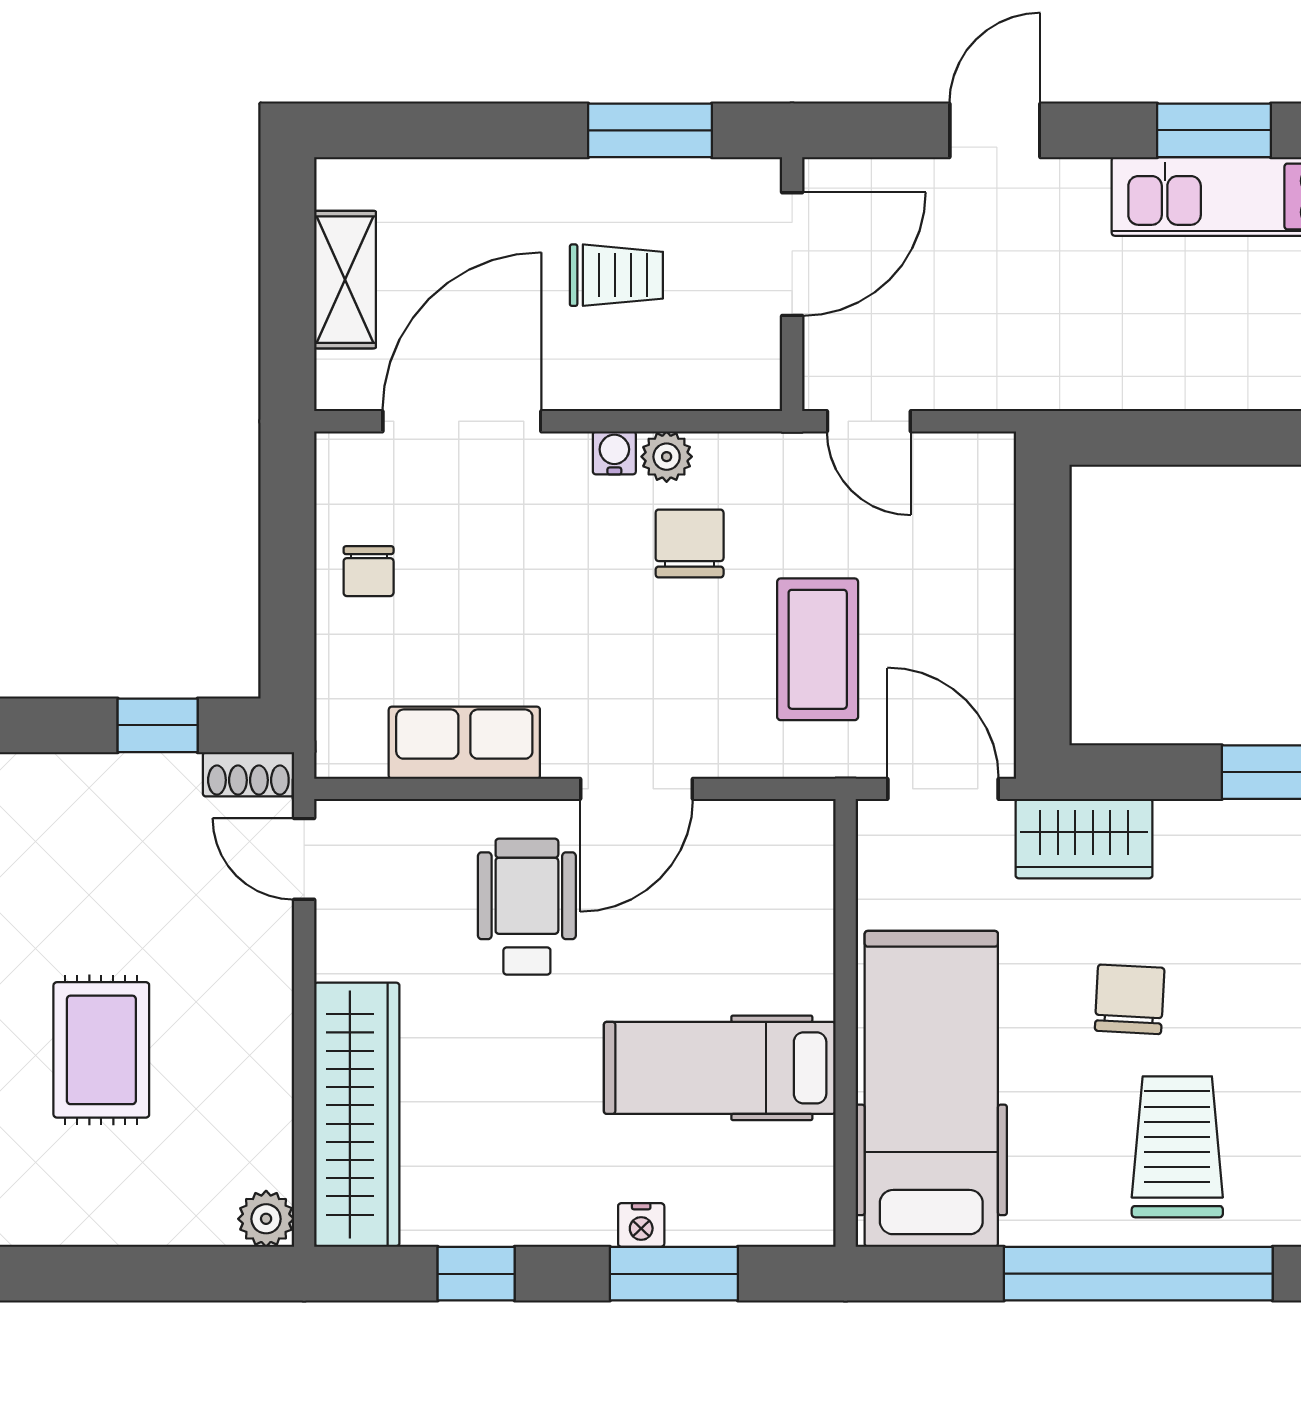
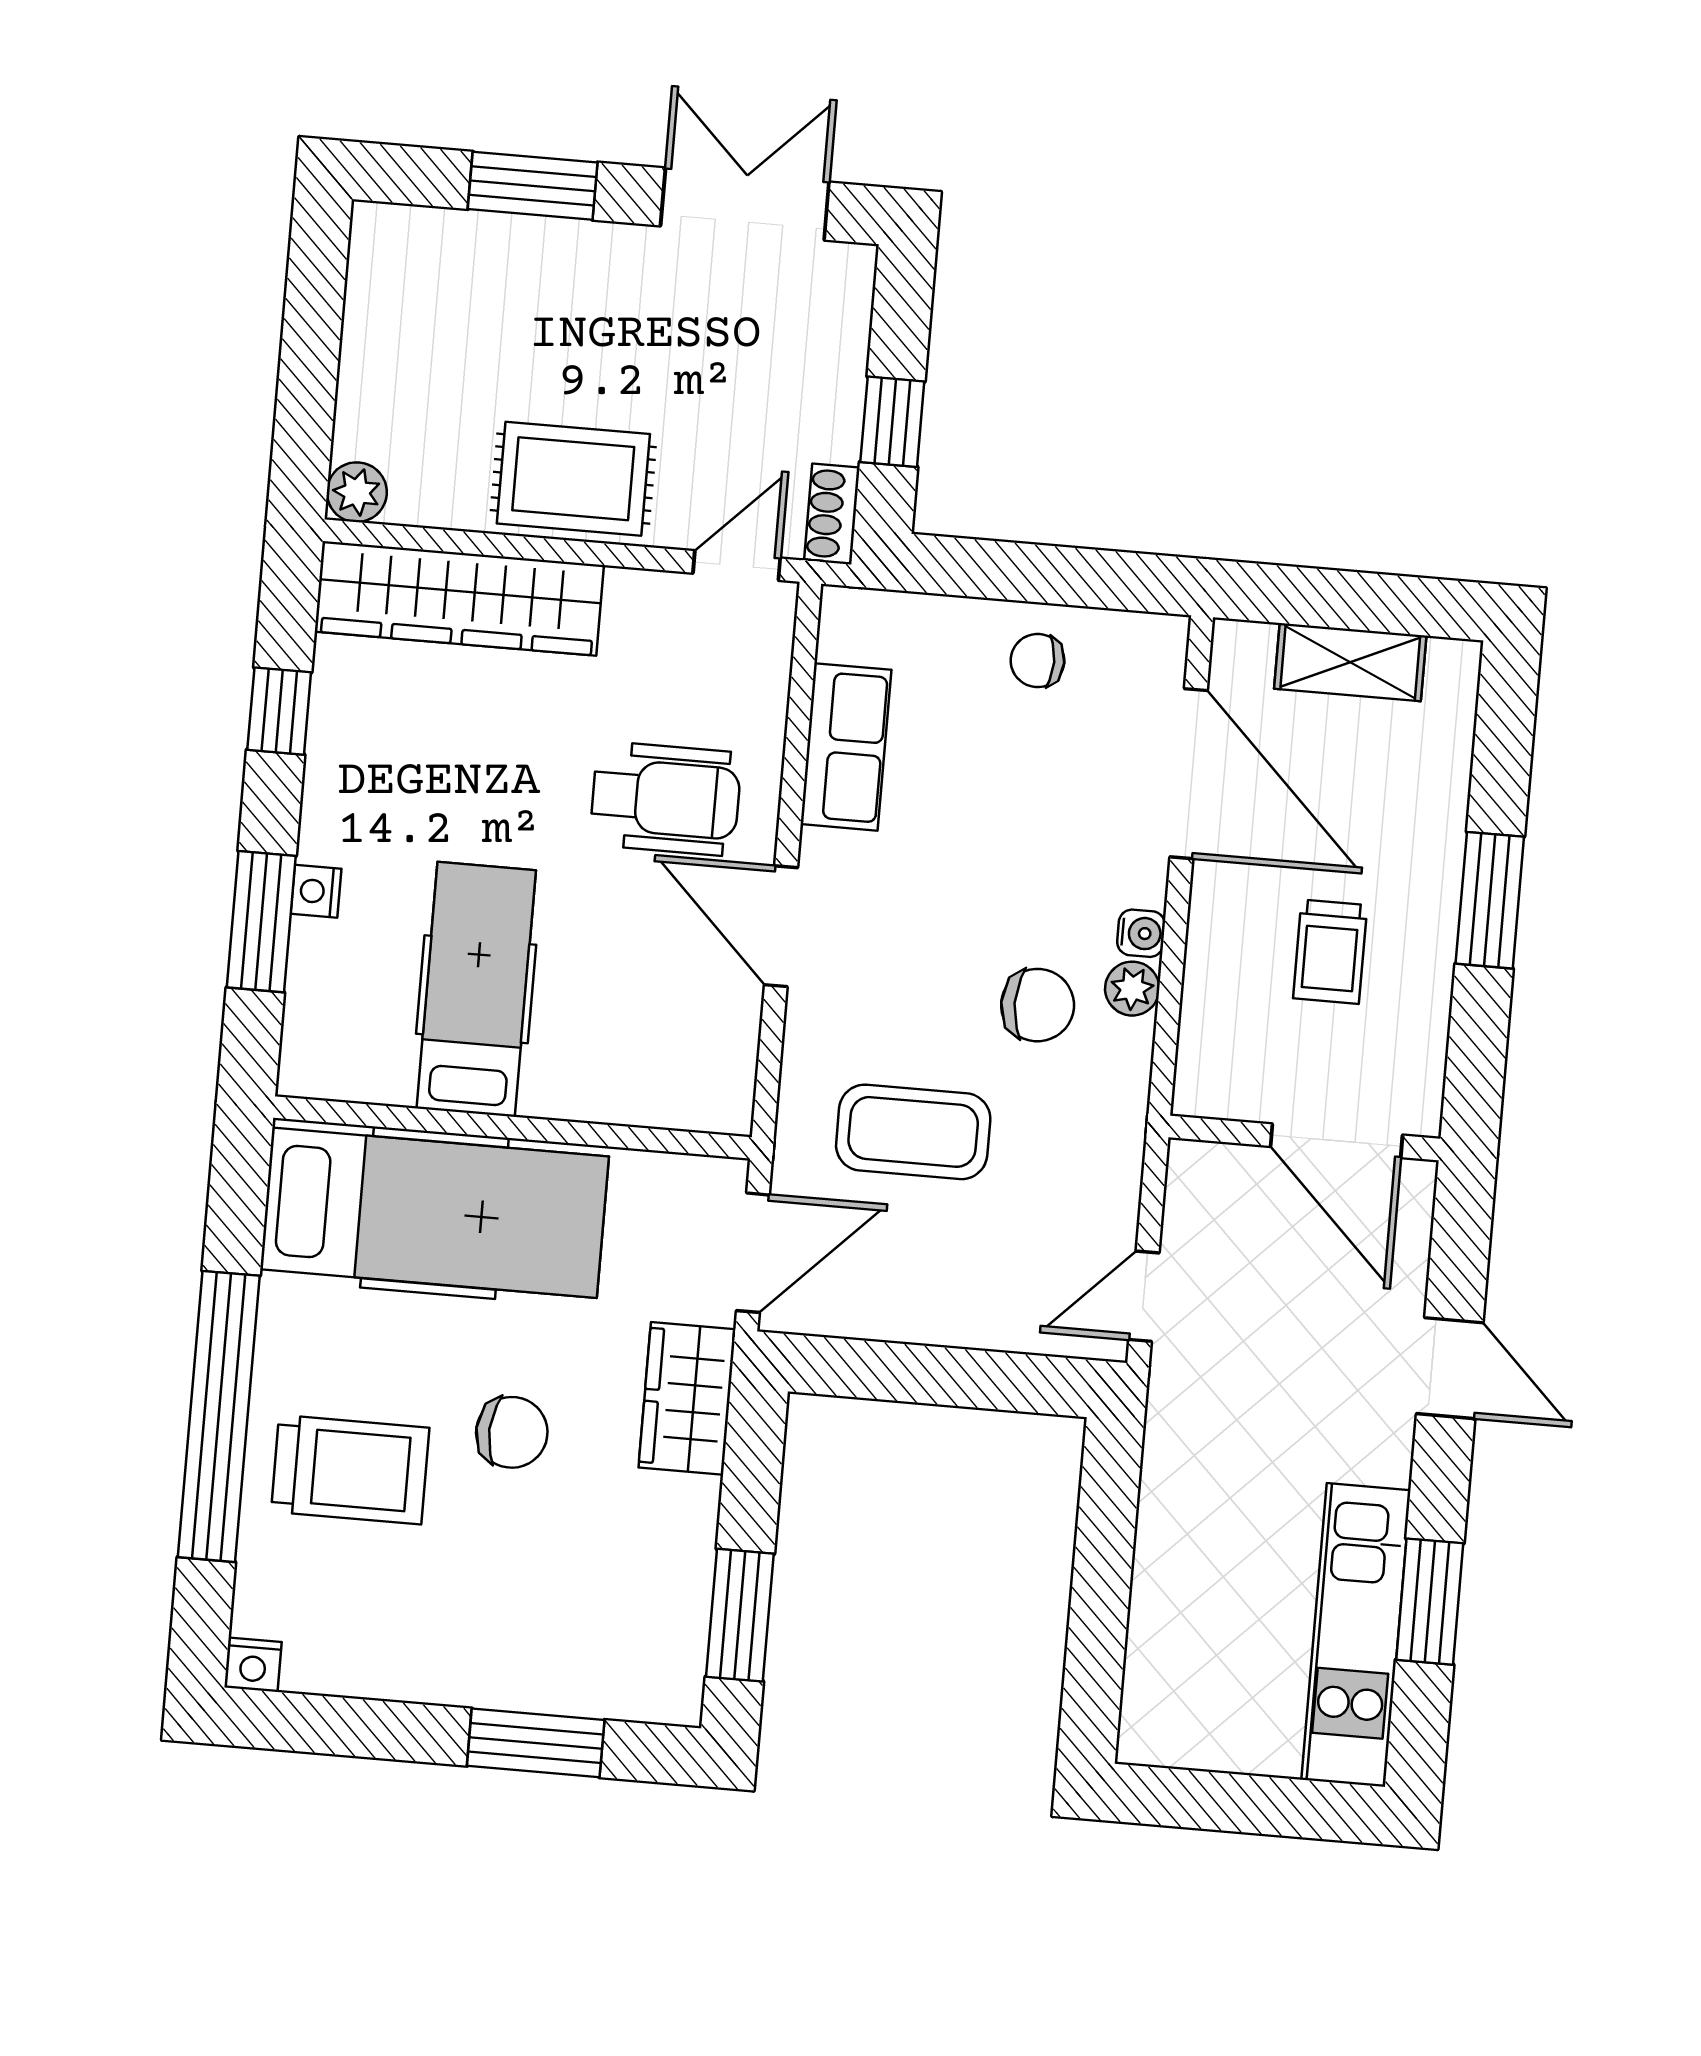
window: (650, 130) -> (1490, 900), moved
door: (869, 421) -> (1144, 1296), moved
rug: (101, 1050) -> (573, 479), moved

